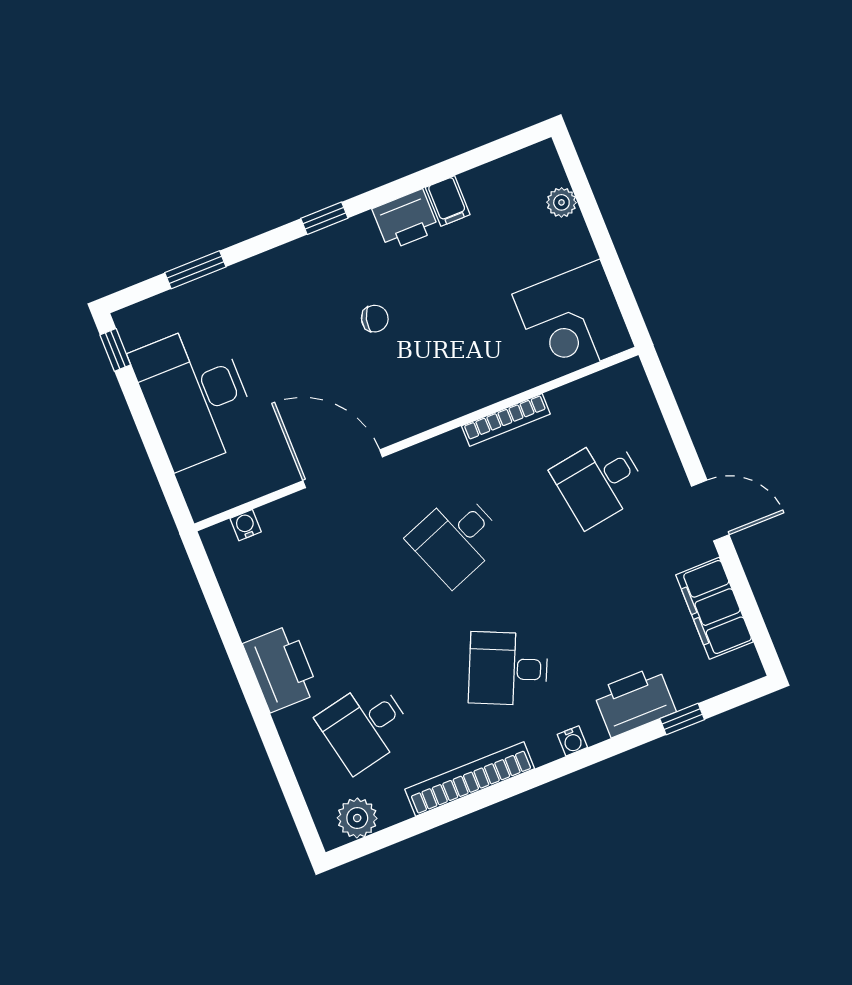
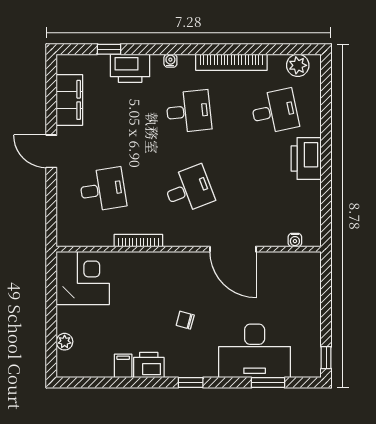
desk: (195, 396) -> (255, 351), moved, turned 90
desk: (508, 669) -> (189, 111), turned -30

